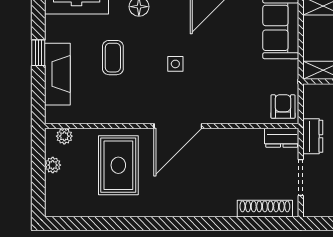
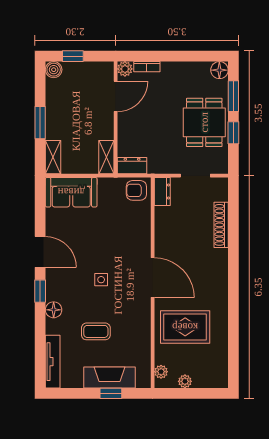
window: (38, 53) -> (111, 393), moved
dresser: (313, 136) -> (132, 166), moved
shoe rack: (265, 209) -> (221, 225), moved

